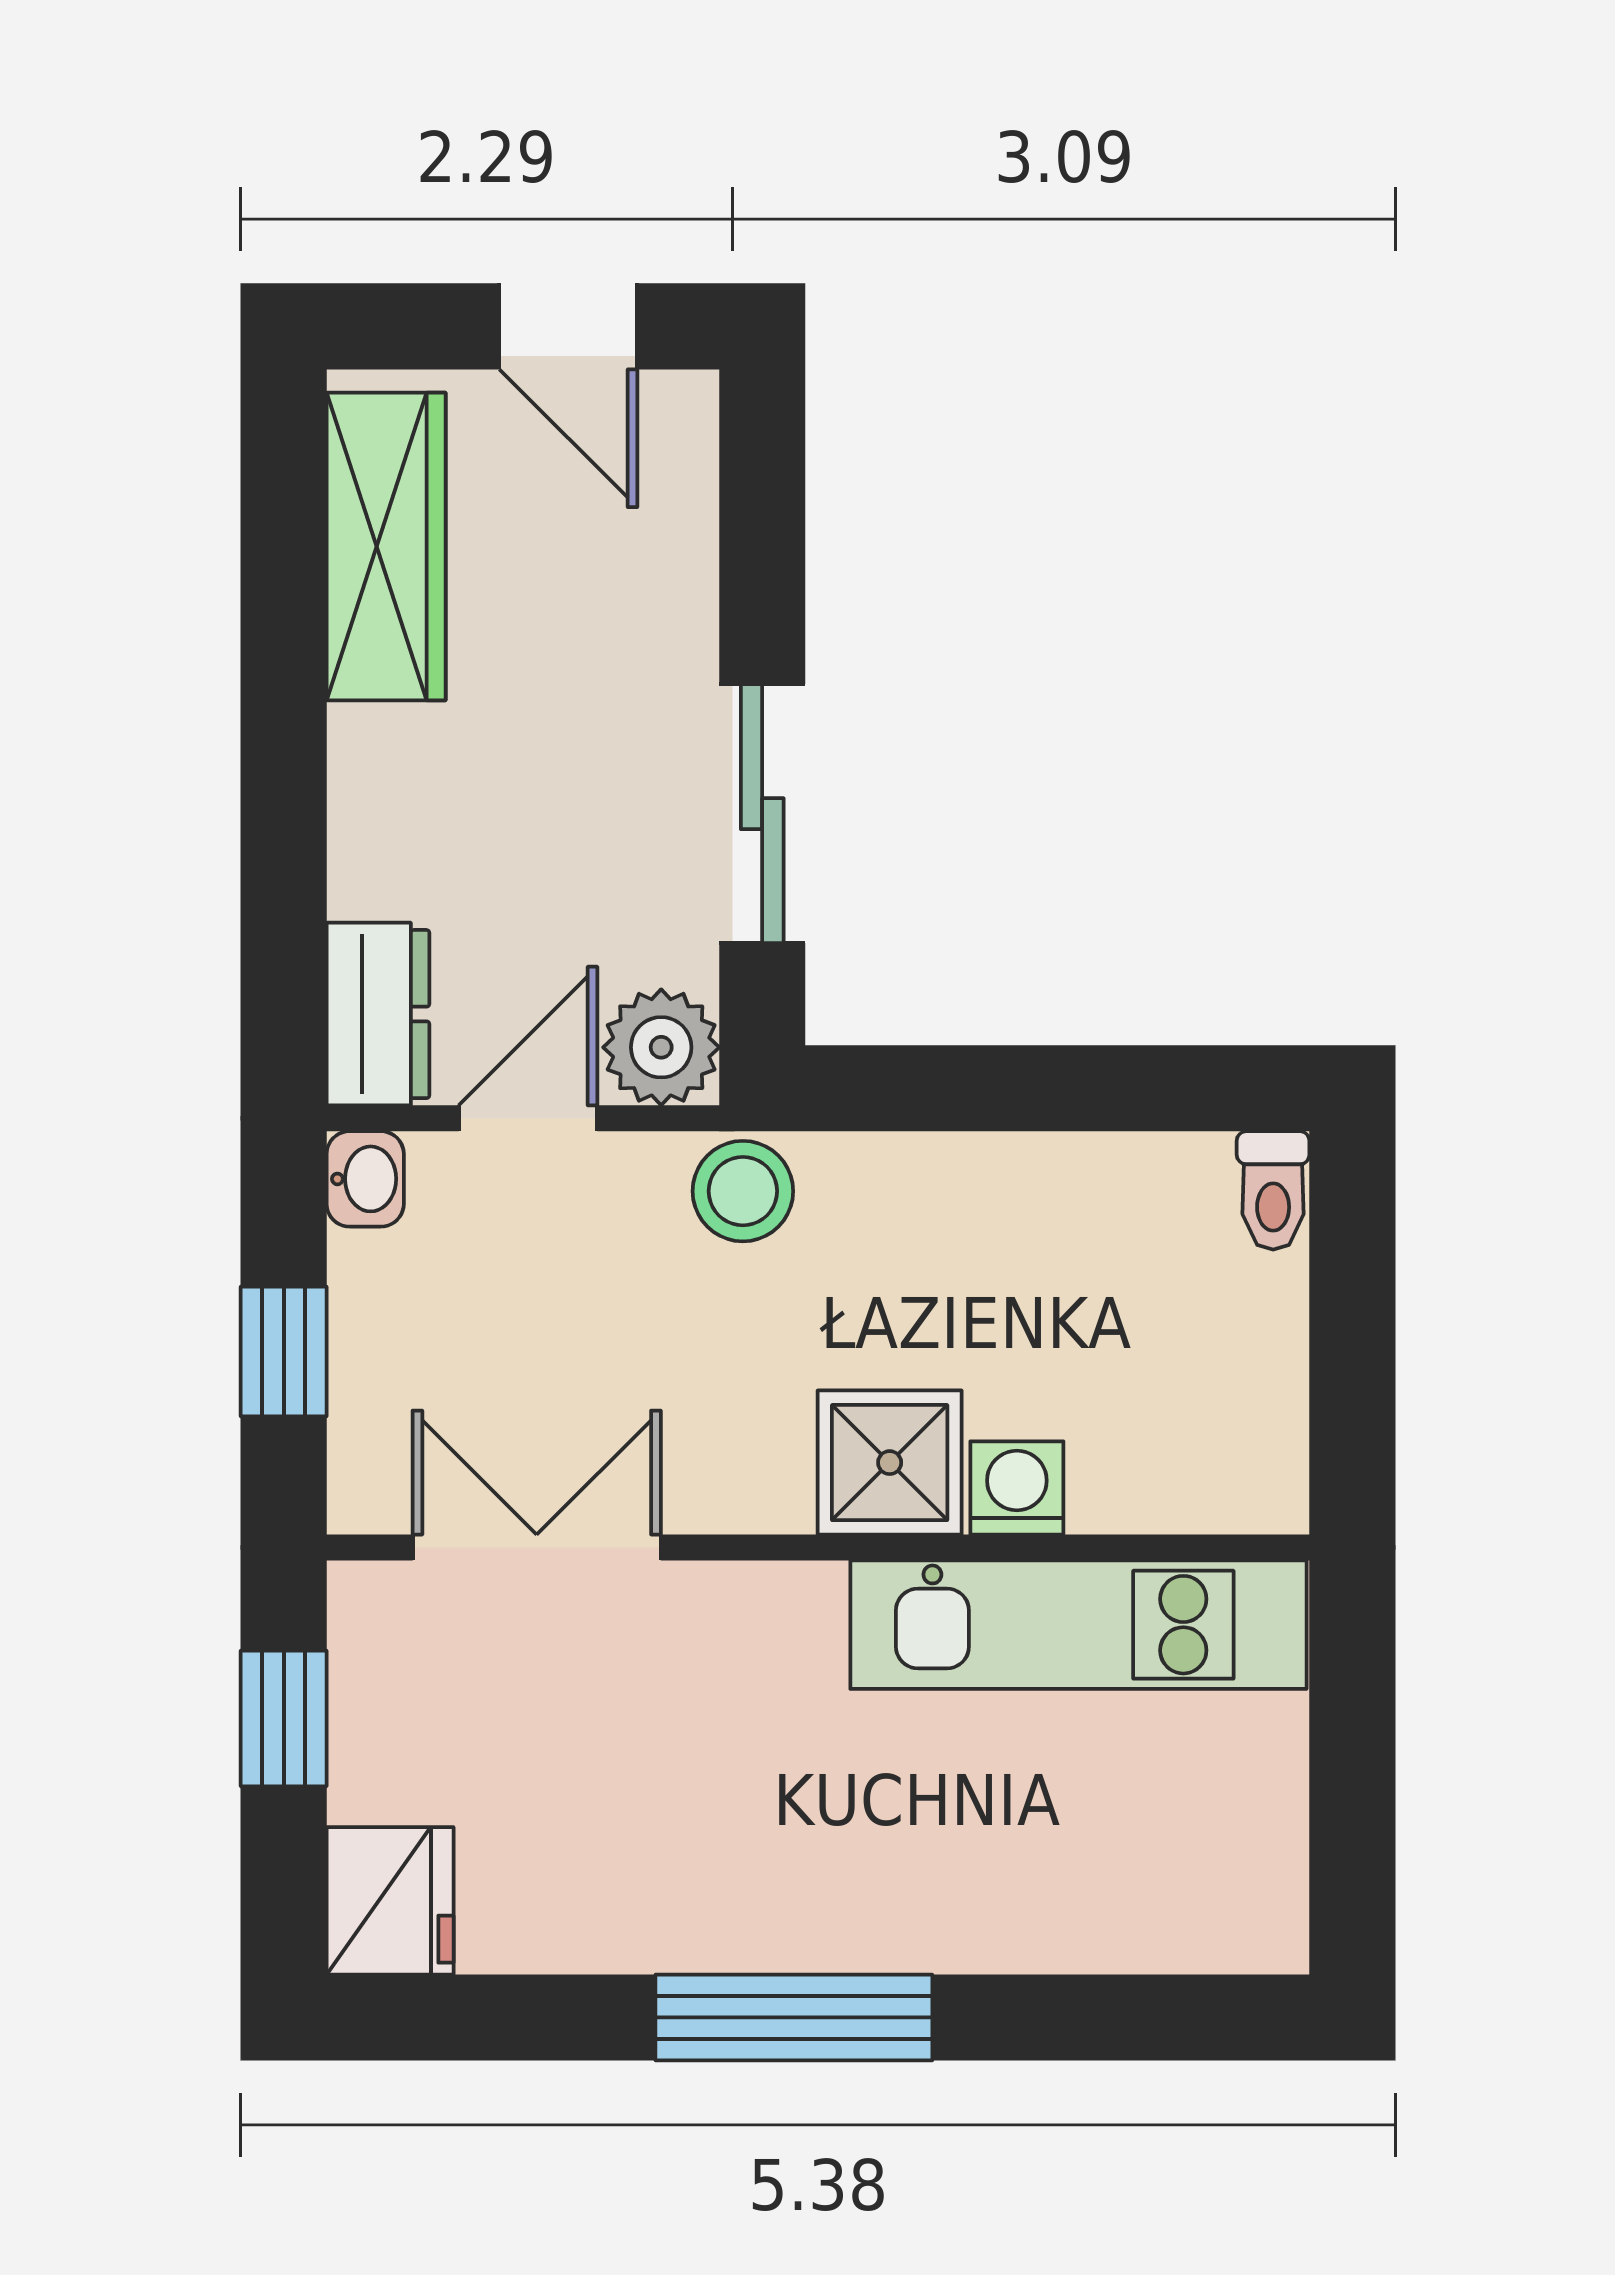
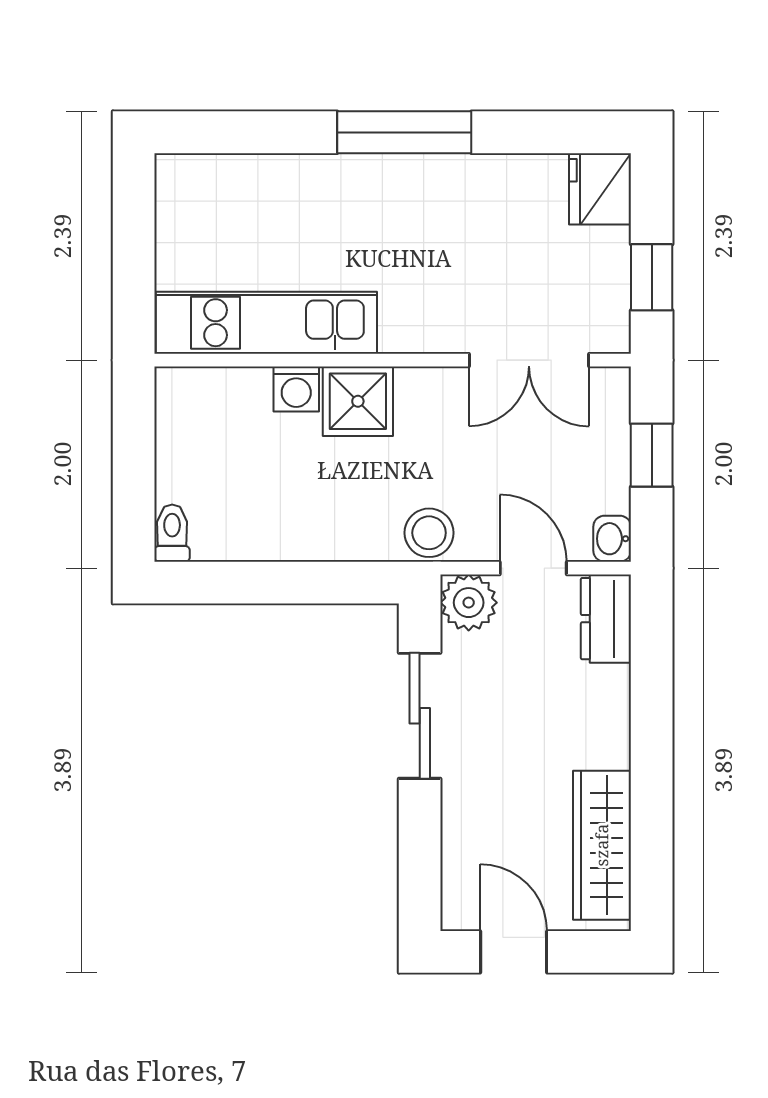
door: (528, 1118) -> (533, 568), swing flipped

